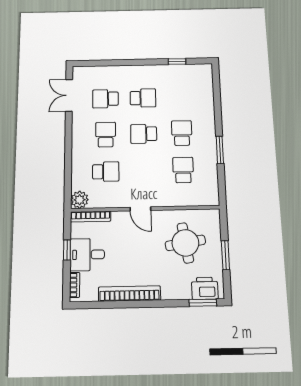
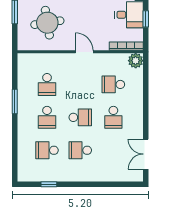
double door: (69, 95) -> (146, 154), swing flipped
school desk: (105, 99) -> (47, 150), moved, turned 180

